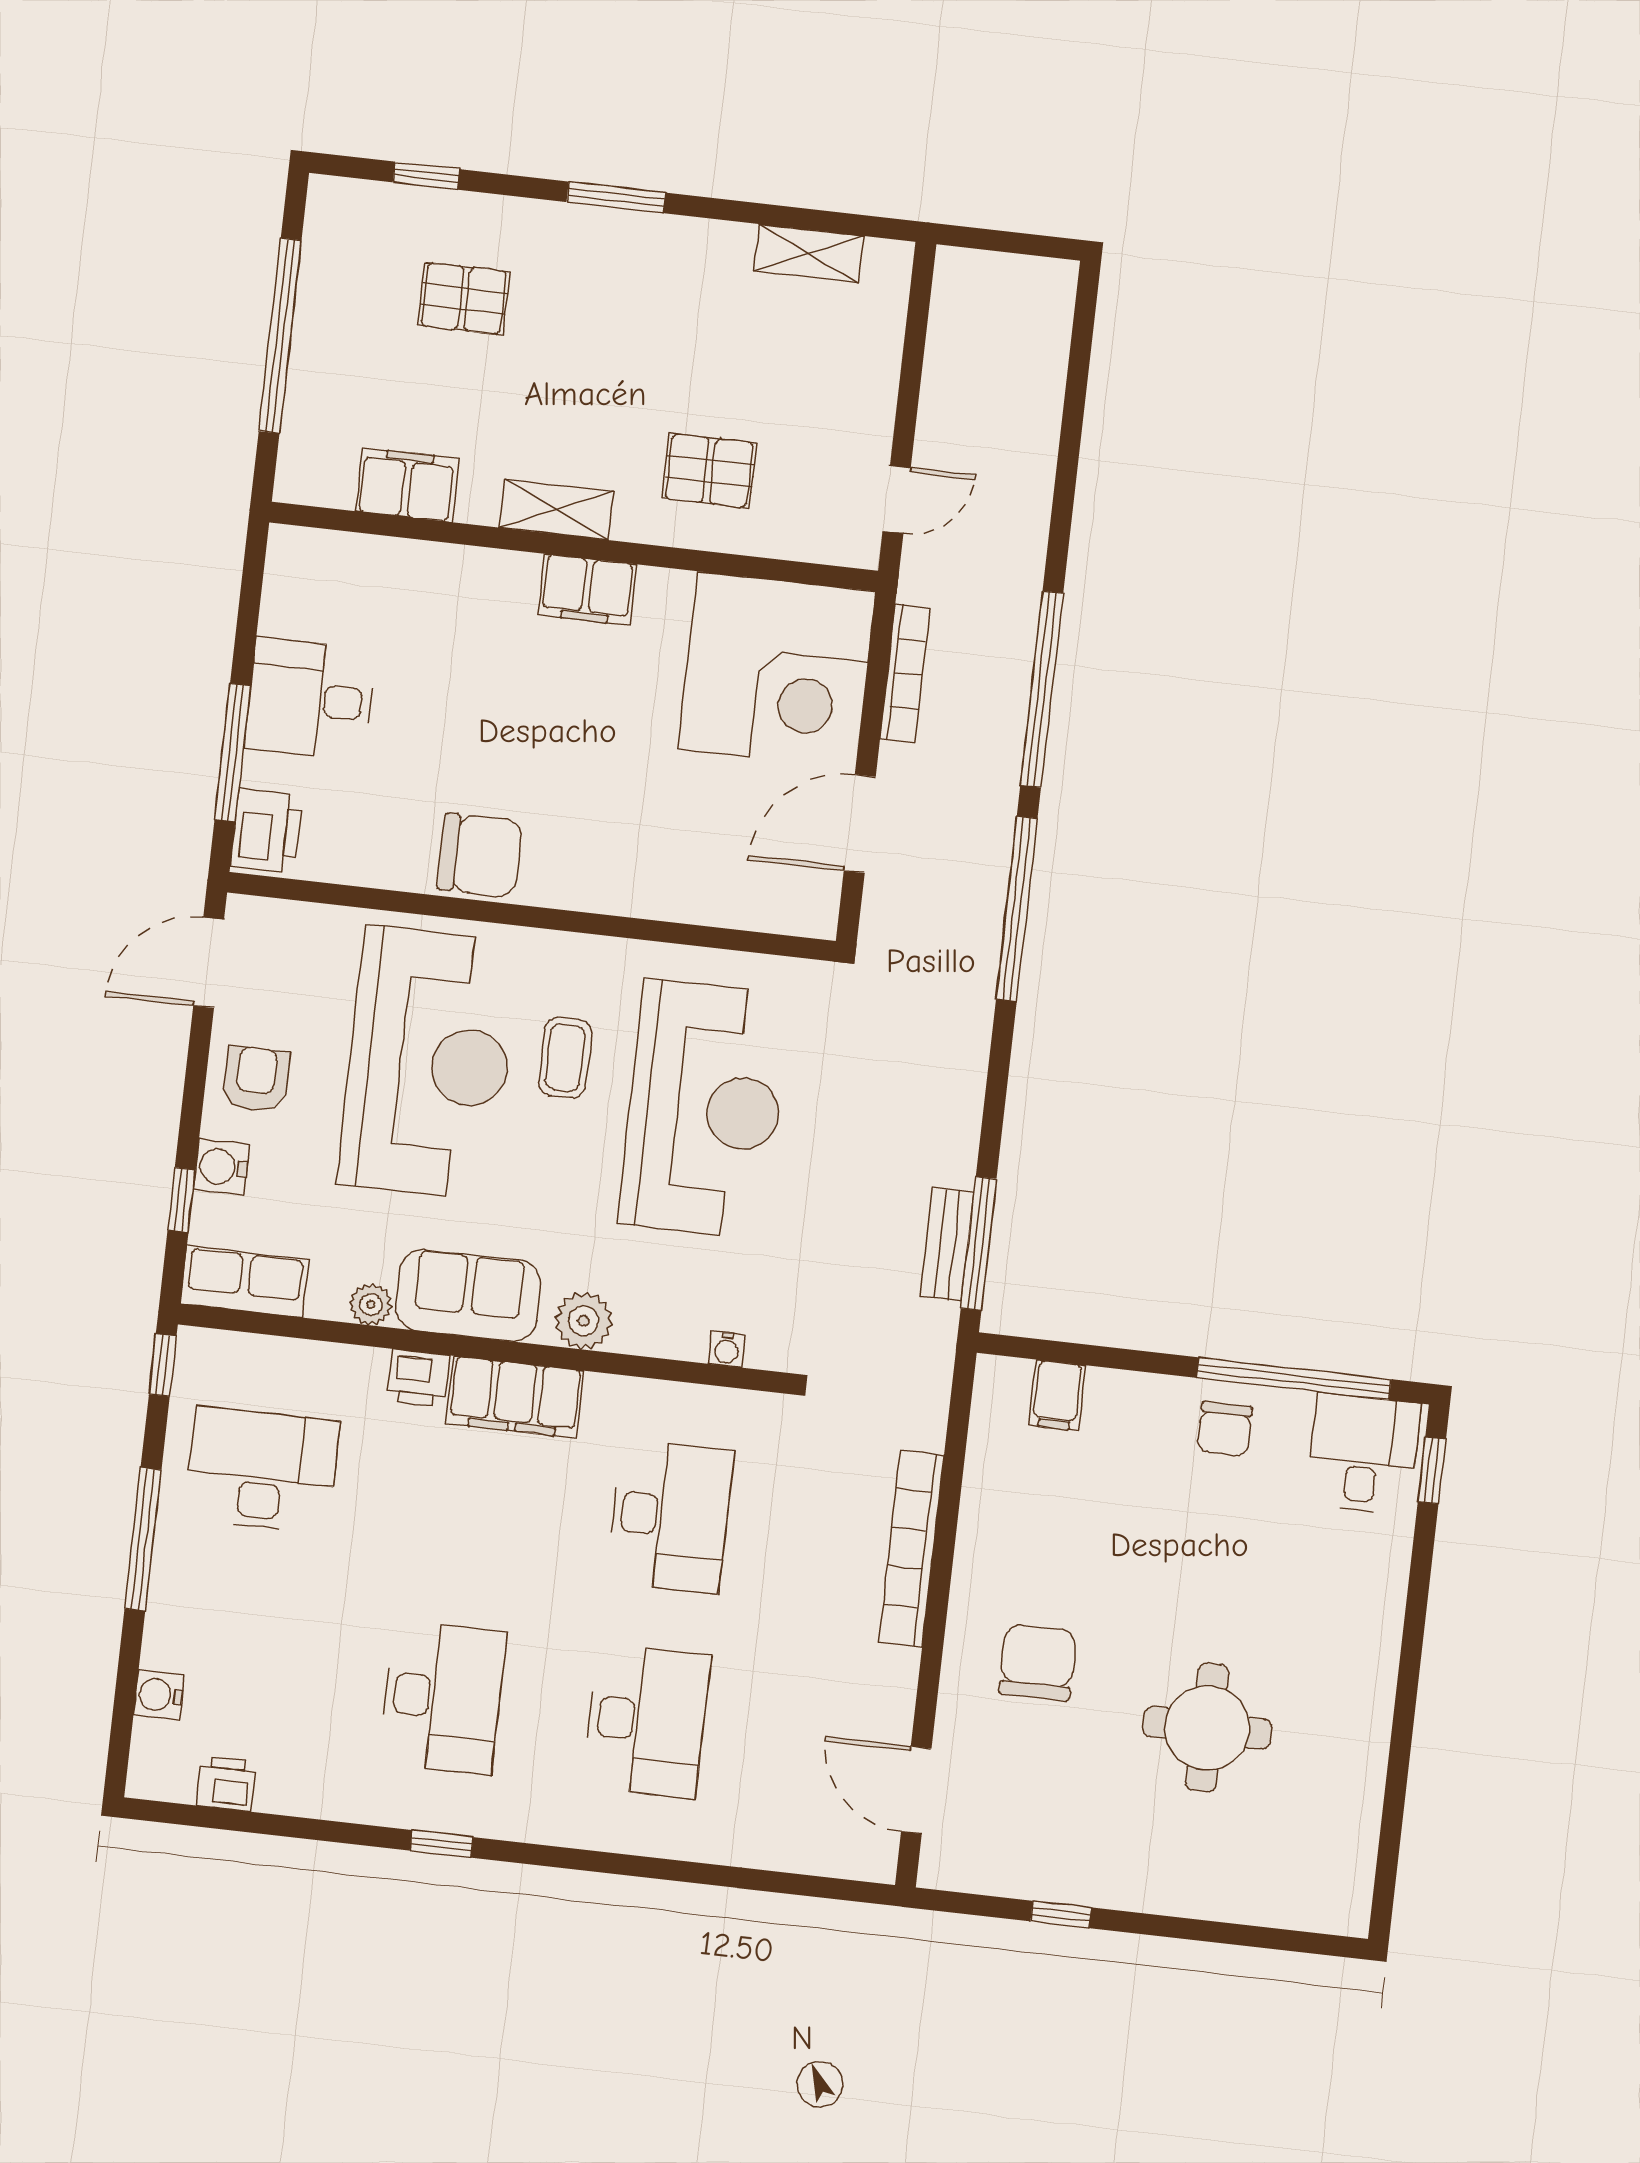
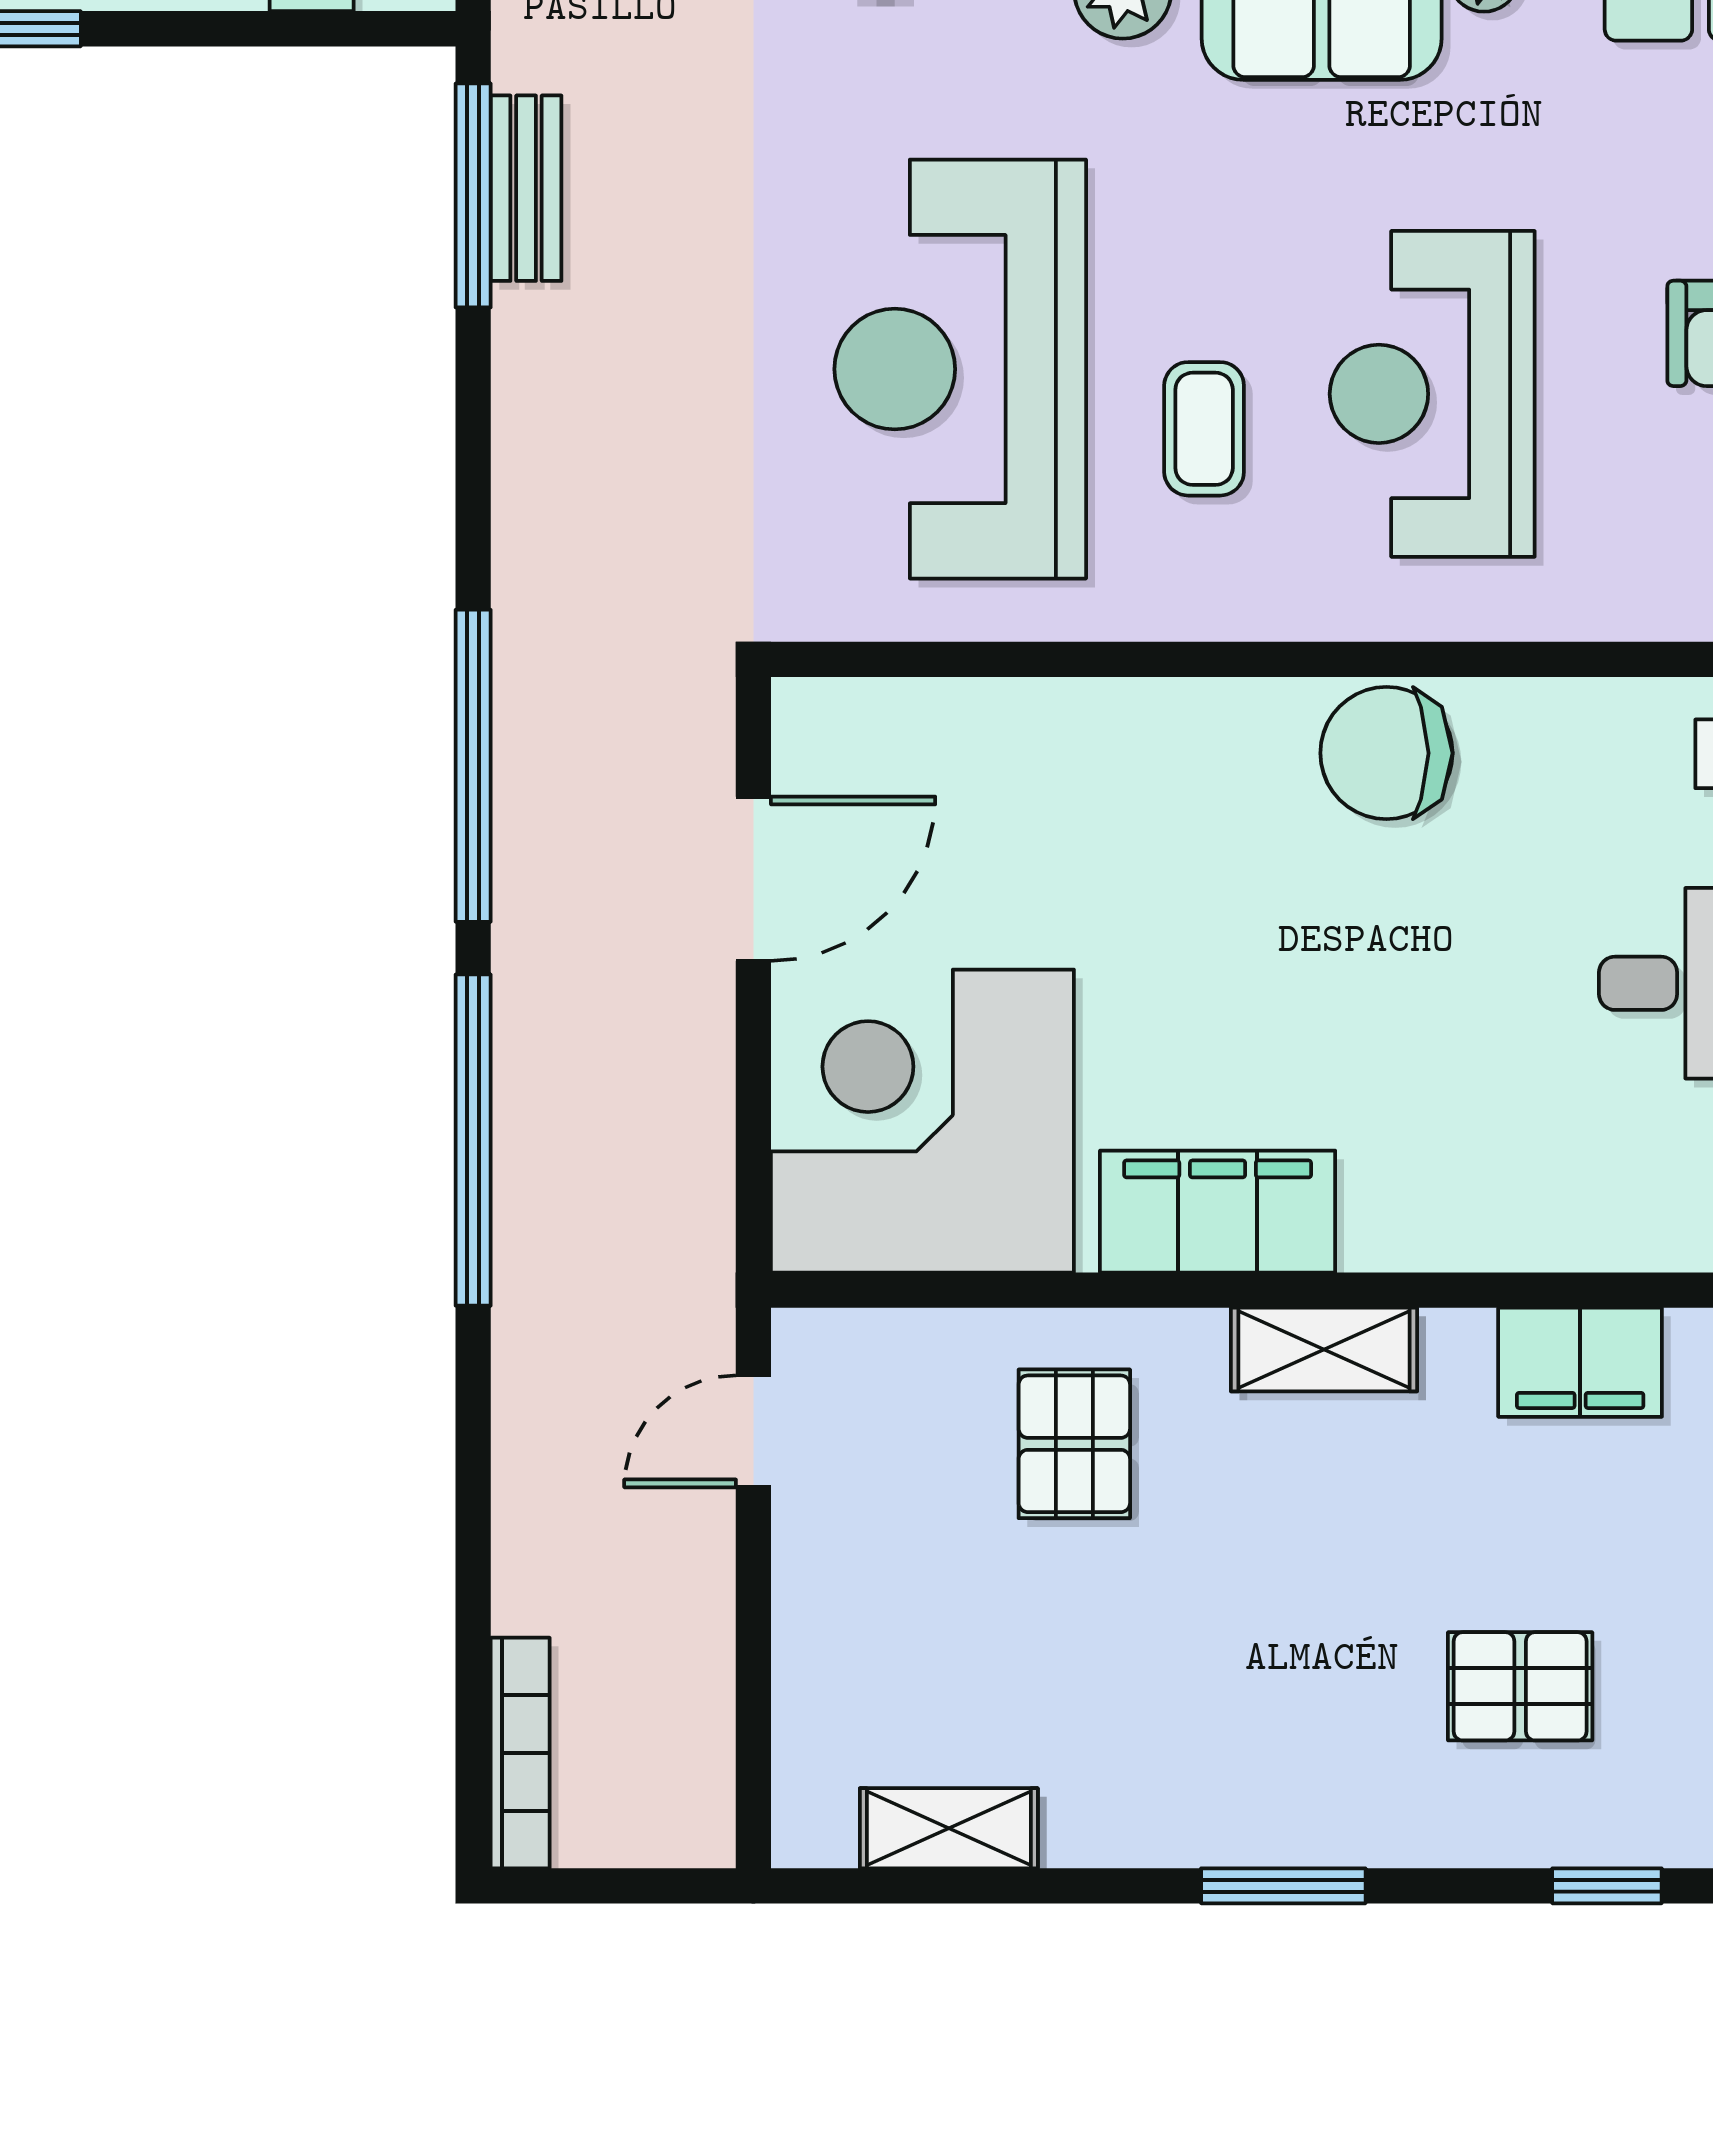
pallet: (709, 471) -> (1074, 1444), turned 90
filing cabinet: (587, 590) -> (1218, 1212), width x1.50, depth x1.17
bookcase: (905, 673) -> (520, 1753), moved, turned 180
reception desk: (429, 1063) -> (1432, 394), width x0.74, depth x0.77

